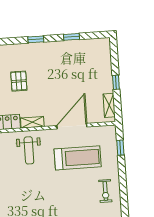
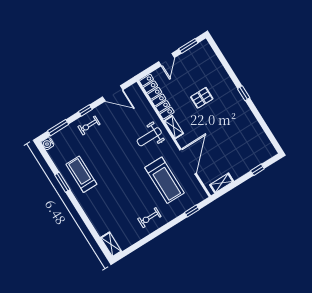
window: (71, 37) -> (261, 122), removed
window: (116, 82) -> (257, 170), moved
door: (72, 126) -> (188, 161), hinge flipped

